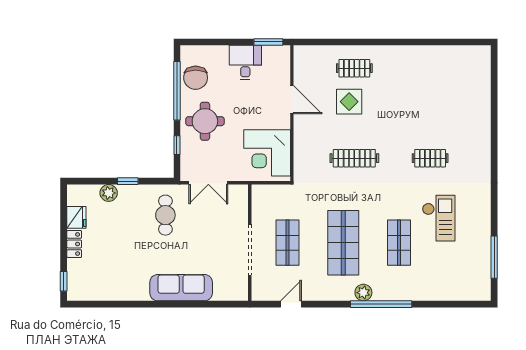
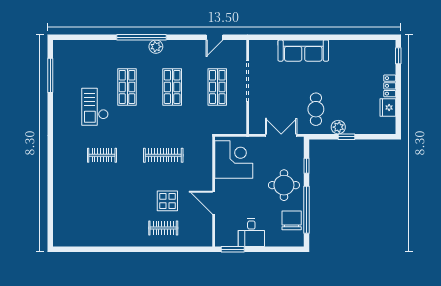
plant: (109, 193) -> (338, 127), moved
shop shelf: (343, 243) -> (172, 87), width x0.70, depth x0.74

